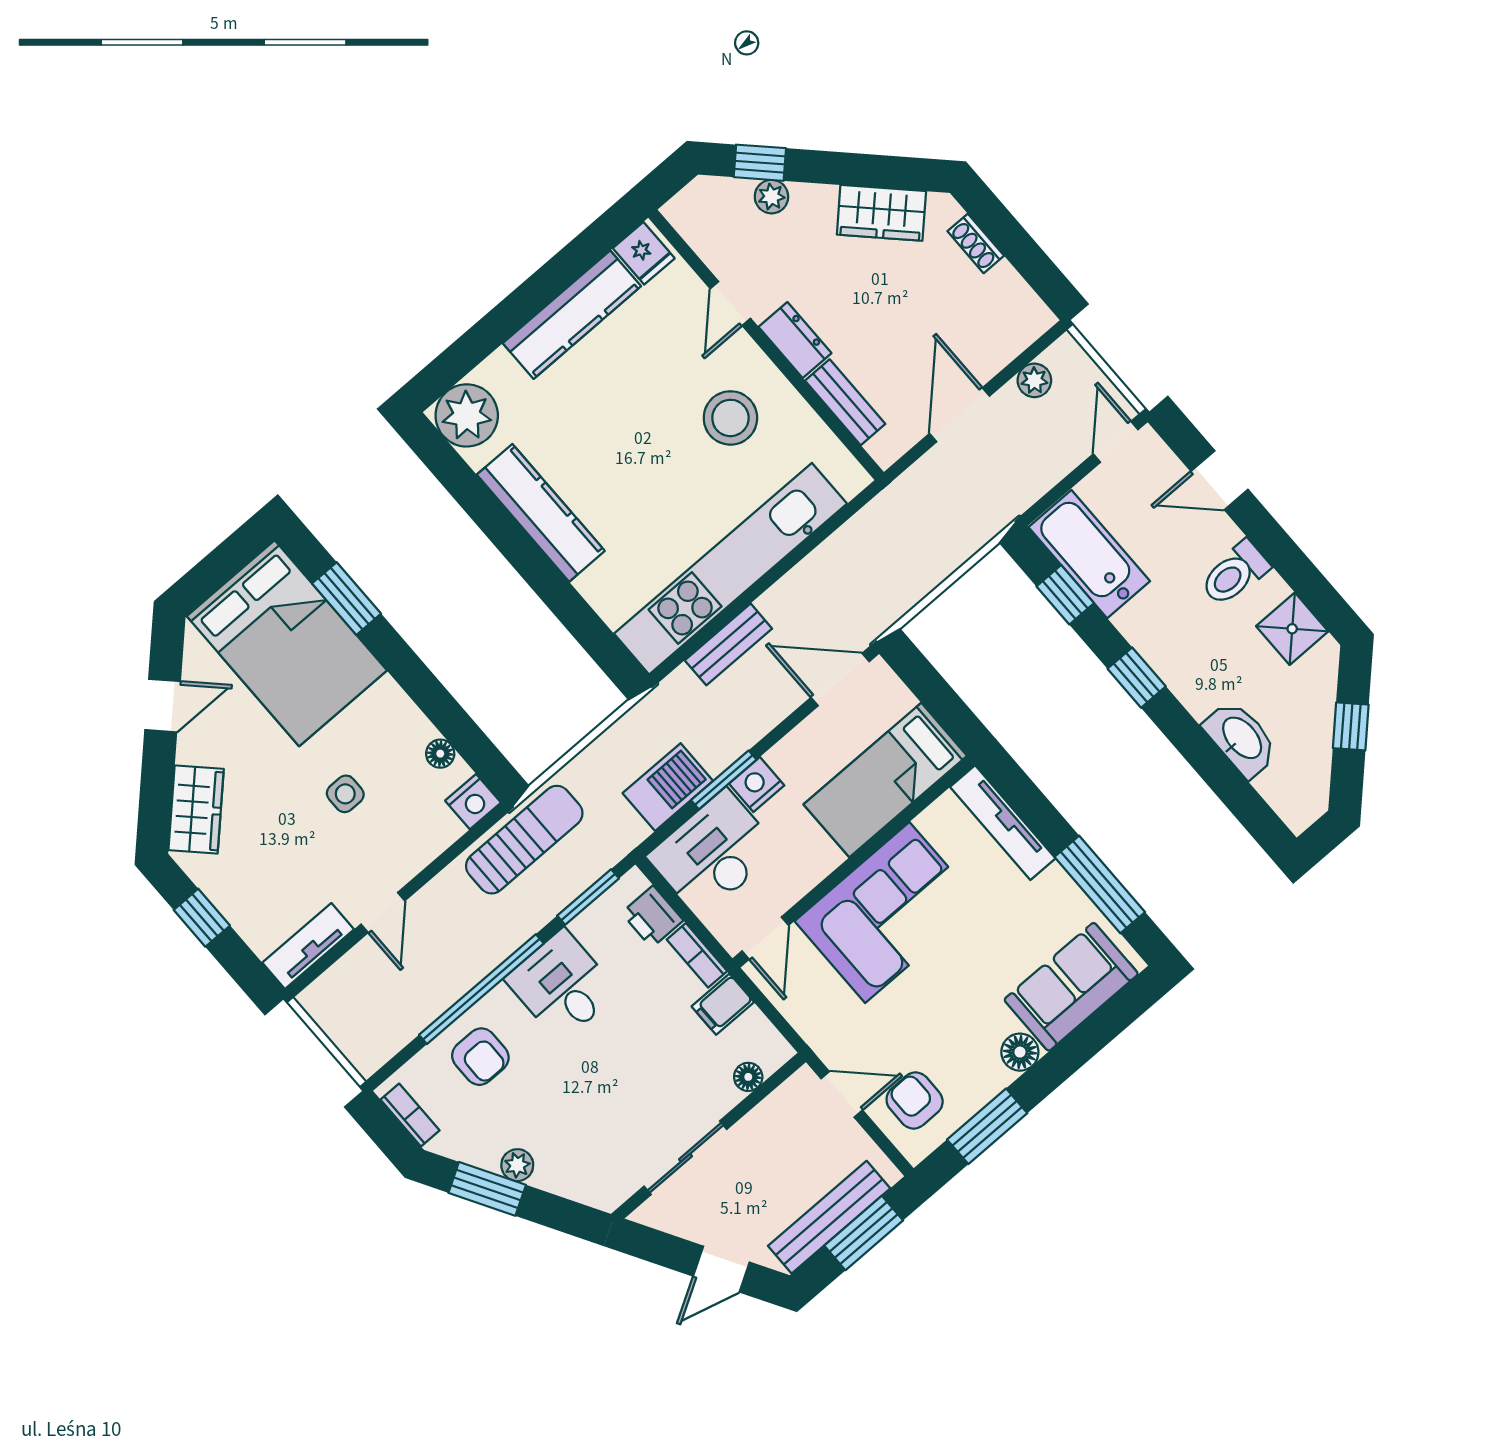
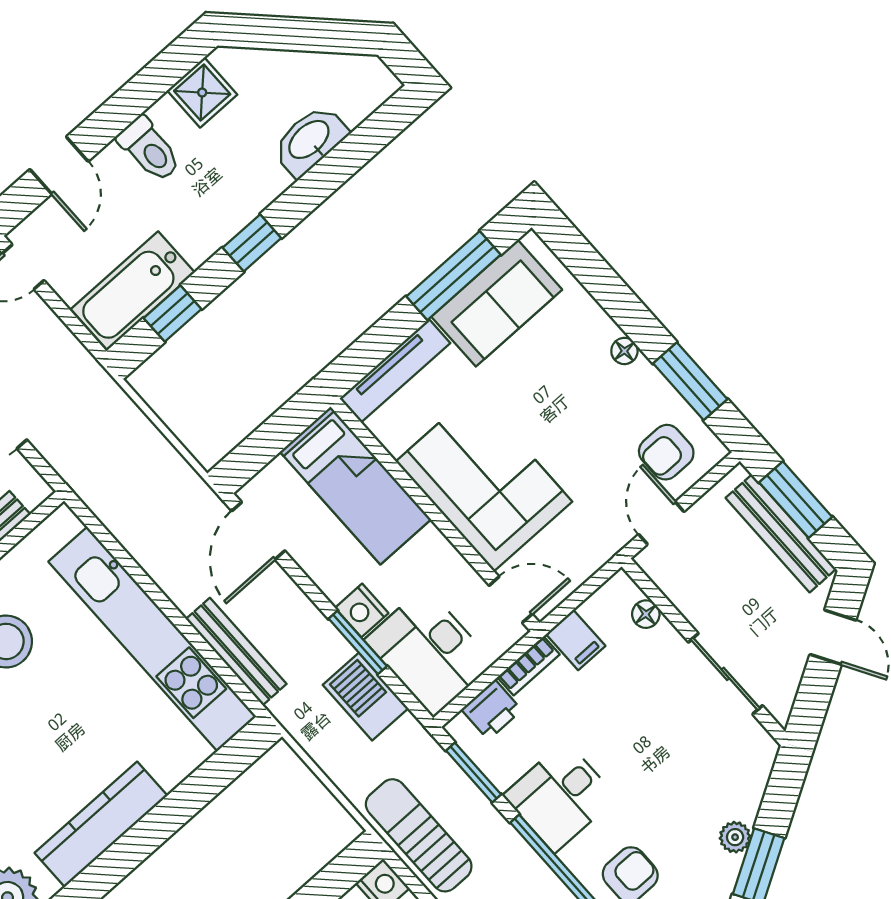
bench: (728, 644) -> (236, 651), width x1.36
window: (1351, 726) -> (296, 34), removed
sofa: (1071, 987) -> (497, 303), moved, turned -90
floor lamp: (1020, 1052) -> (624, 351), width x0.73, depth x0.73

